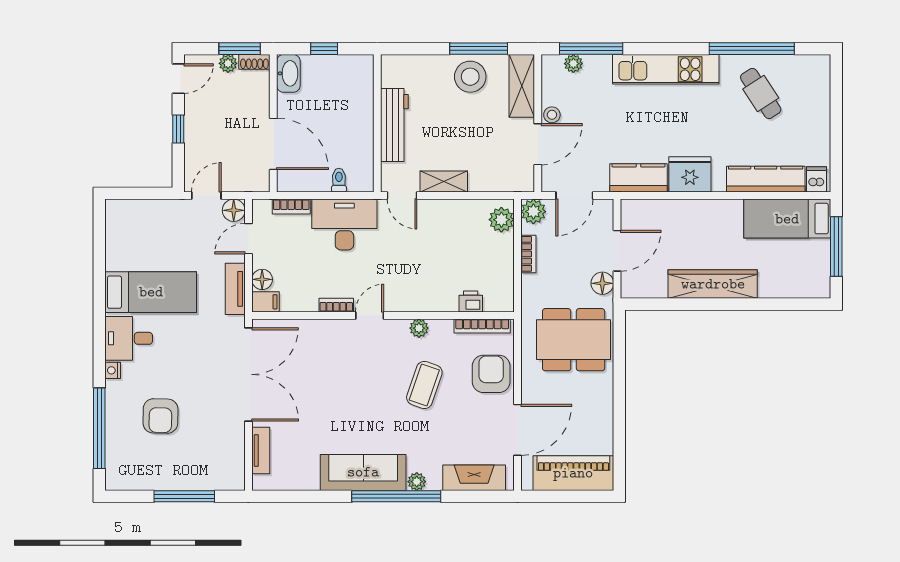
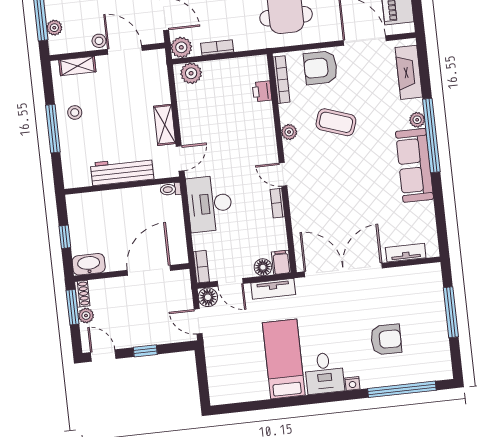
window: (479, 49) -> (53, 129), moved
stool: (470, 77) -> (75, 112), width x0.53, depth x0.53
shelving: (522, 86) -> (77, 66), width x0.67, depth x0.75
toilet: (339, 180) -> (171, 189), moved
bookcase: (291, 207) -> (201, 267), moved

